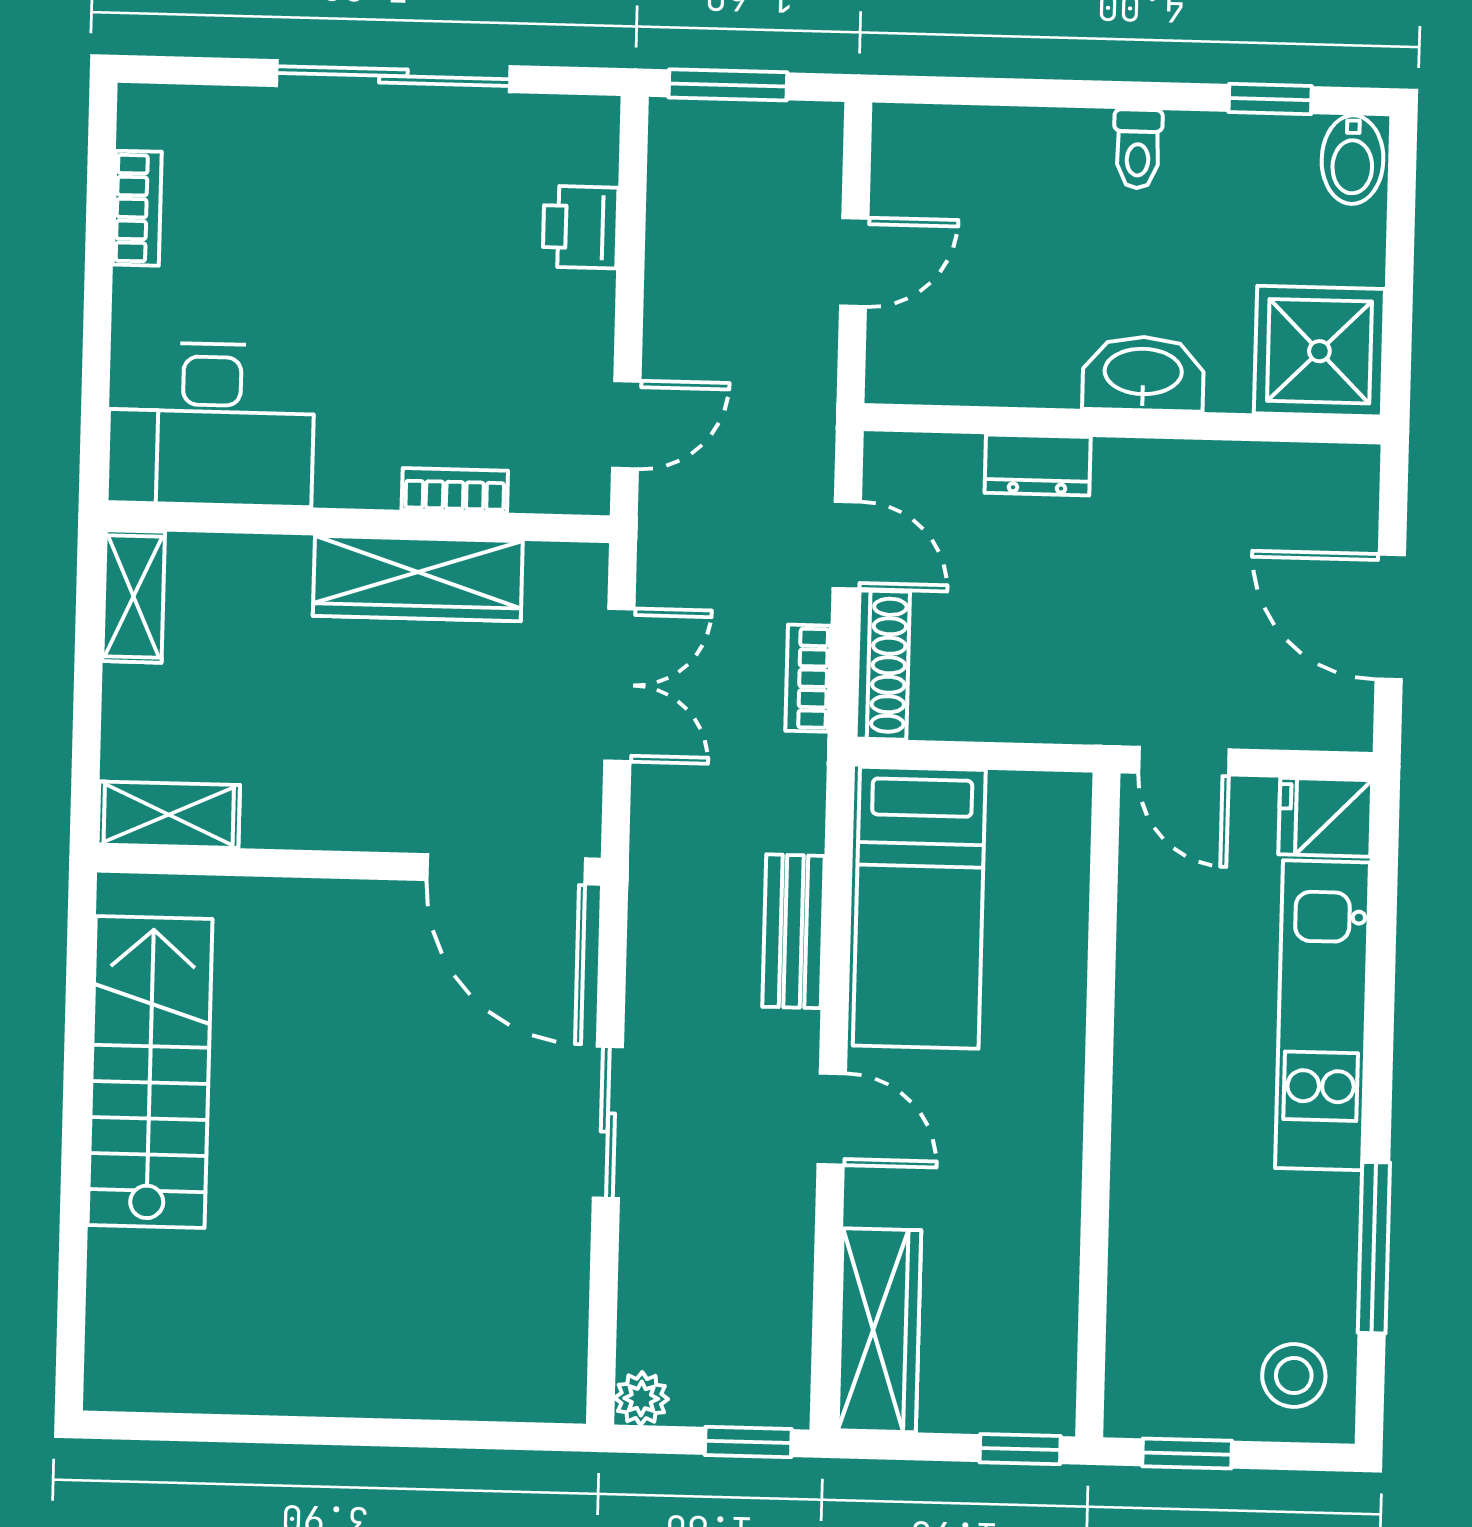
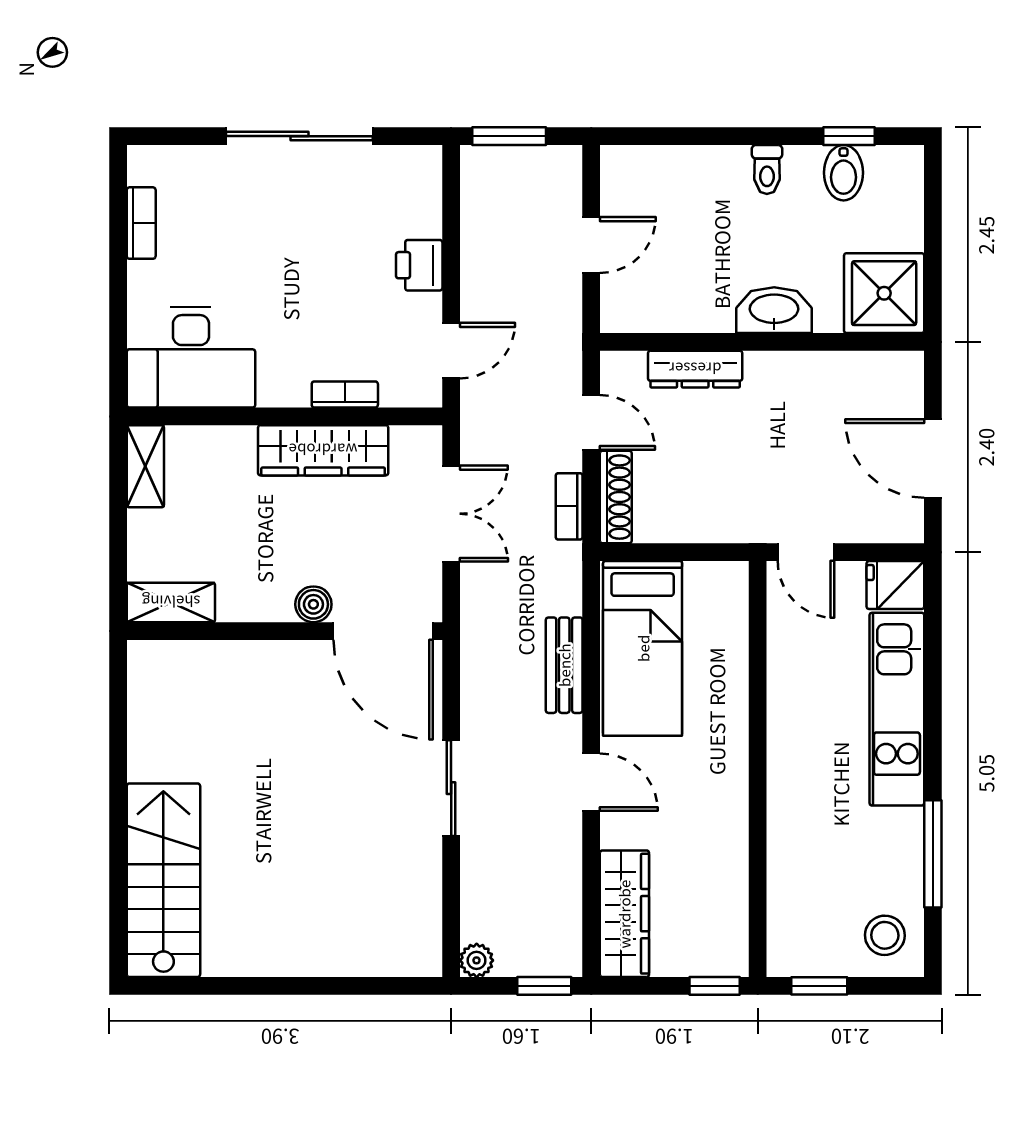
bidet: (1352, 160) -> (844, 173), moved
printer: (580, 227) -> (419, 265), moved
dresser: (1038, 465) -> (695, 369), width x1.44
boiler: (396, 824) -> (313, 604), added
stairs: (150, 1072) -> (163, 880), moved

